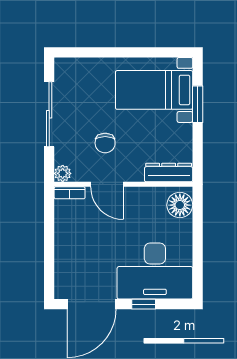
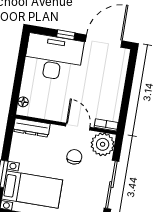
plant: (63, 173) -> (103, 144), width x1.87, depth x1.87
floor lamp: (180, 205) -> (23, 102), width x0.53, depth x0.53

